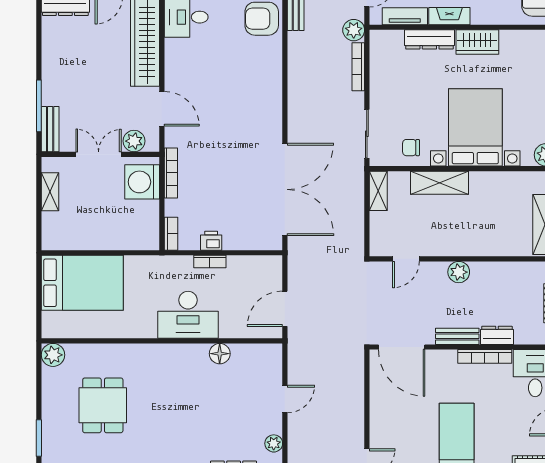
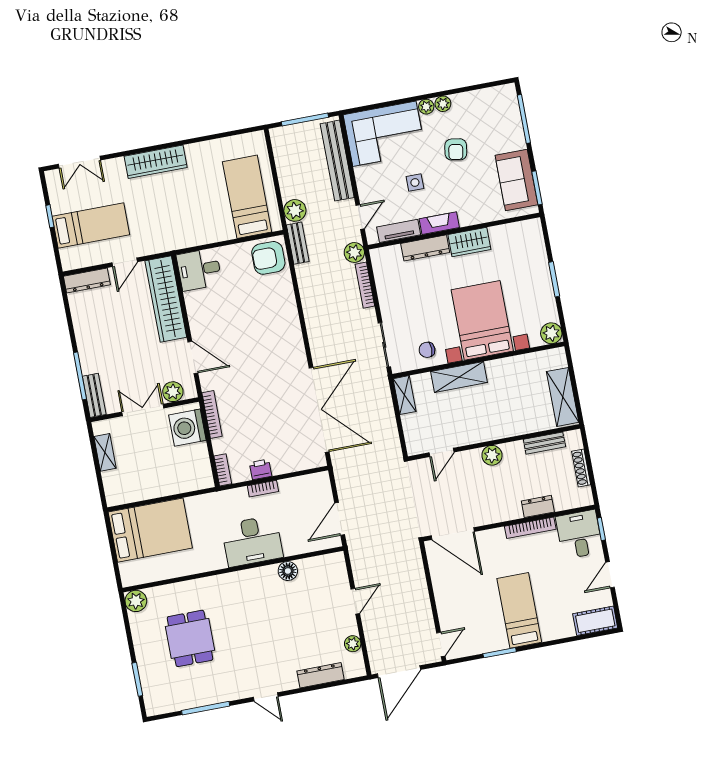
bench: (457, 336) -> (544, 443), moved

